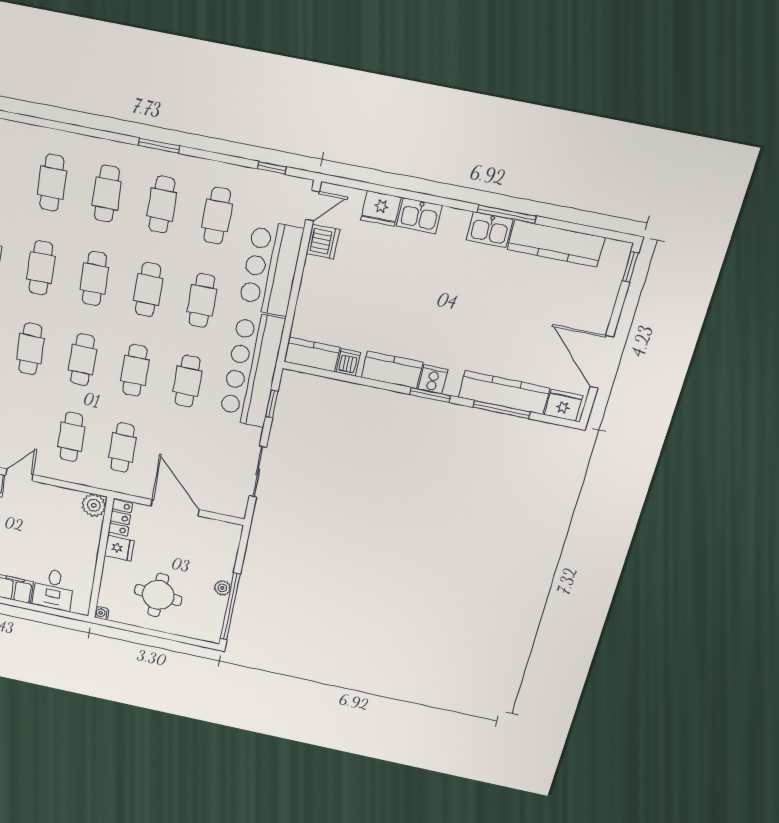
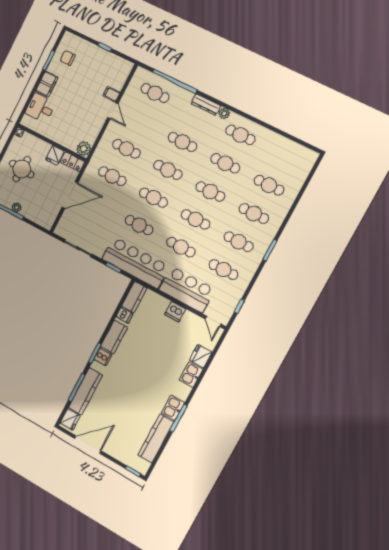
dishwasher: (323, 242) -> (175, 312), moved

